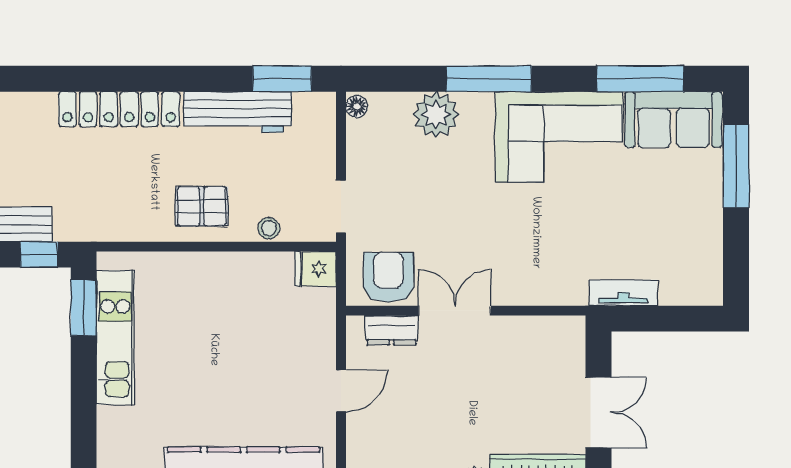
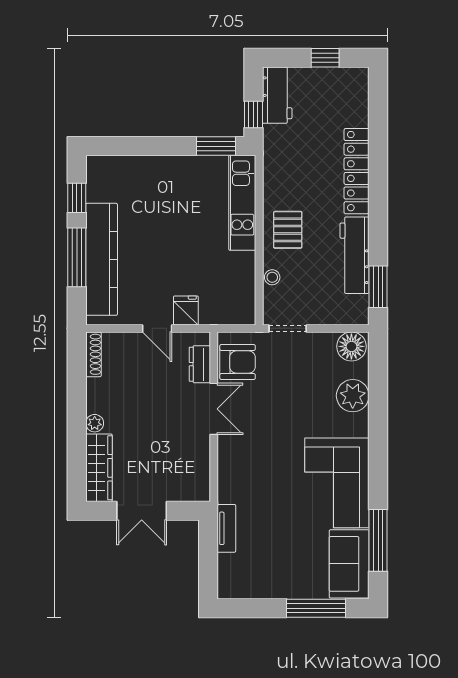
window: (489, 79) -> (378, 433), removed
floor lamp: (357, 107) -> (351, 346), width x1.89, depth x1.89
fridge: (316, 269) -> (186, 310), moved
kitchen unit: (115, 337) -> (242, 203), moved, turned 90

